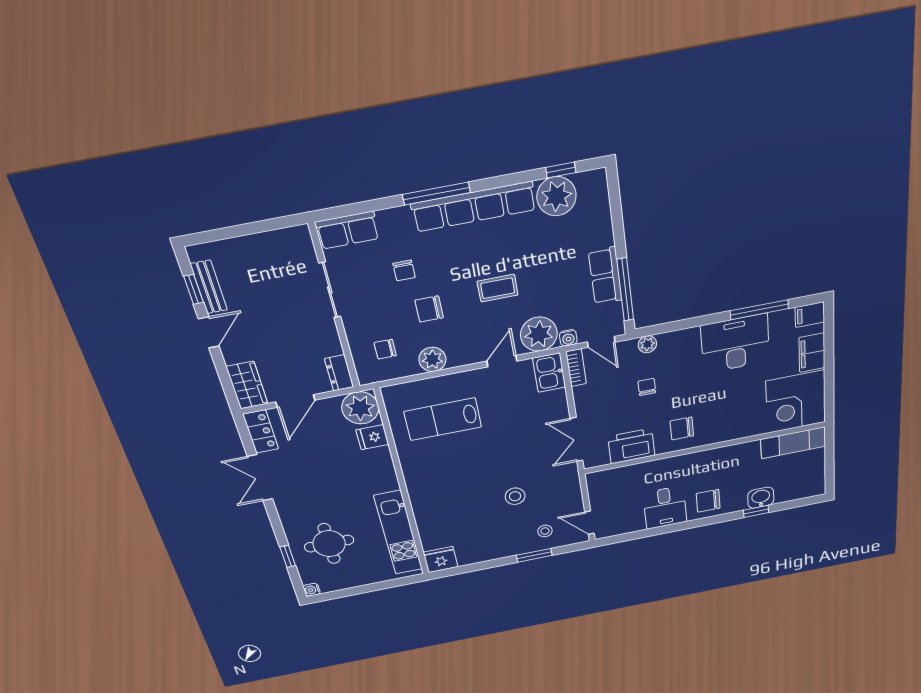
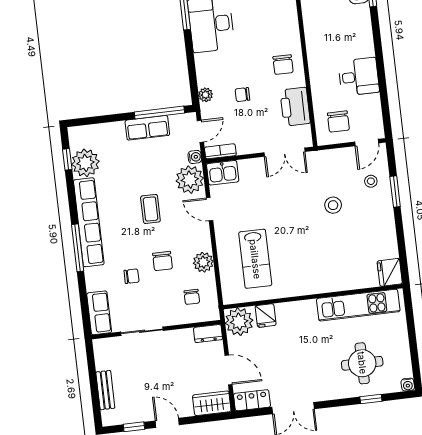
bench: (209, 287) -> (105, 390), moved, turned 90
chair: (708, 501) -> (338, 122), moved

